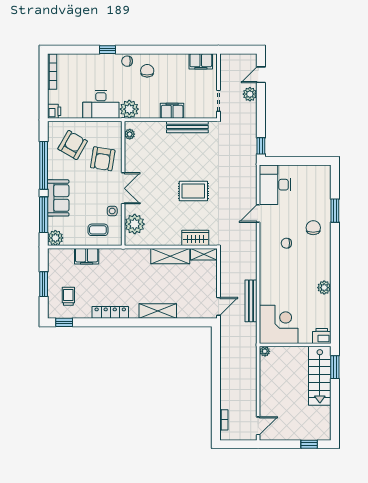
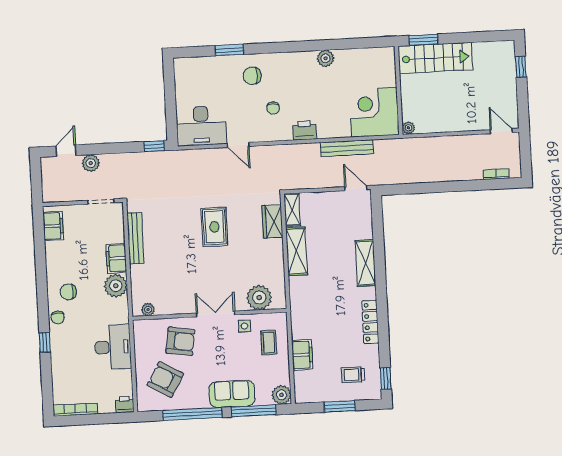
door: (261, 75) -> (66, 151), swing flipped
plant: (129, 109) -> (116, 286), moved
printer: (322, 336) -> (305, 130), moved, turned 90

